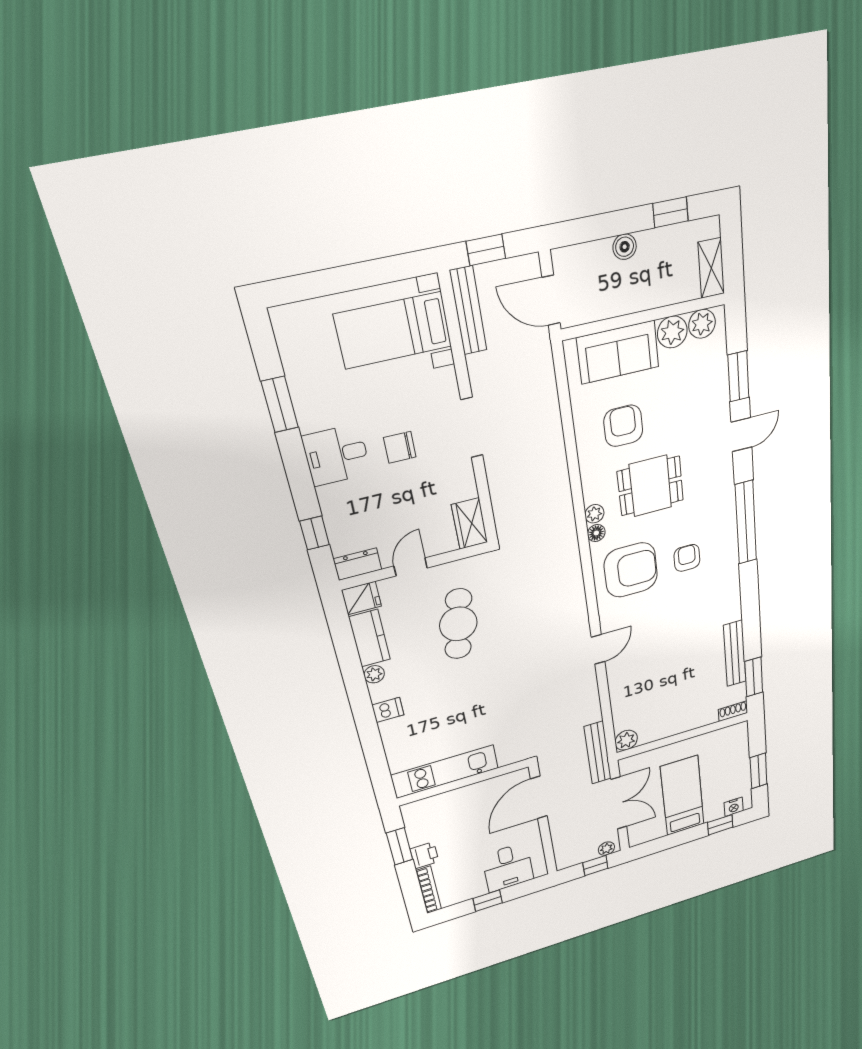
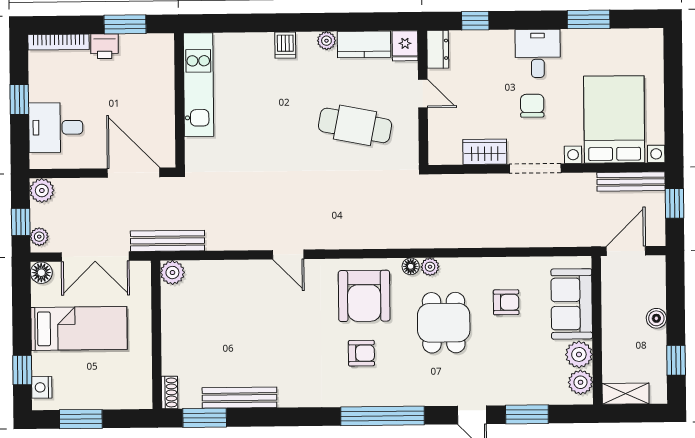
bed with nightstands: (393, 330) -> (614, 119), width x1.36
armchair: (623, 426) -> (506, 302), width x0.72, depth x0.72
wardrobe: (469, 524) -> (485, 152), moved
floor lamp: (637, 837) -> (41, 273), added
plant: (566, 859) -> (42, 190), added

